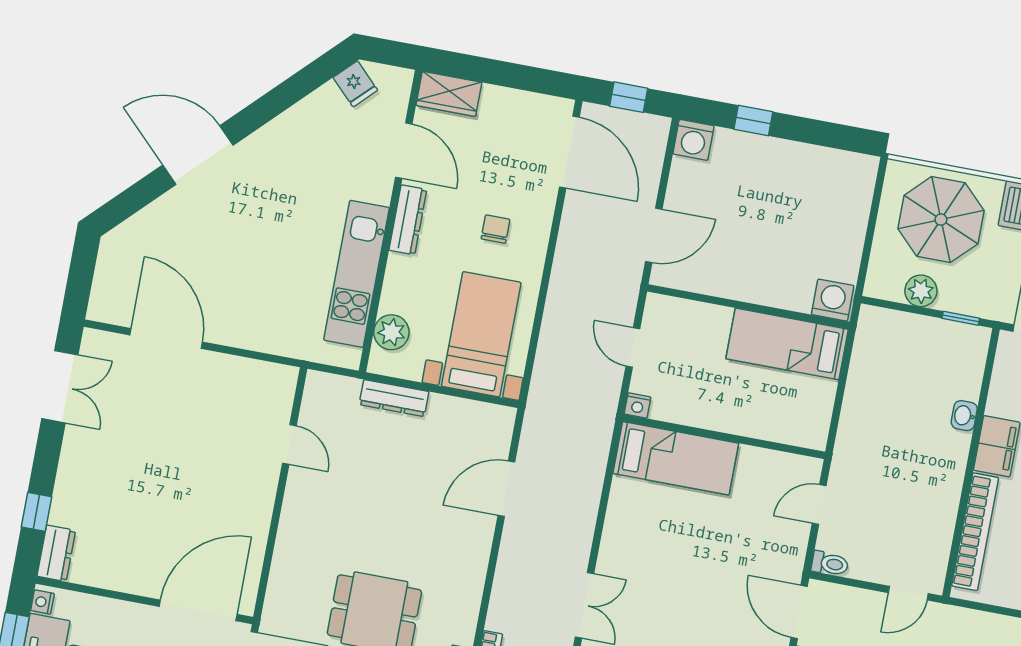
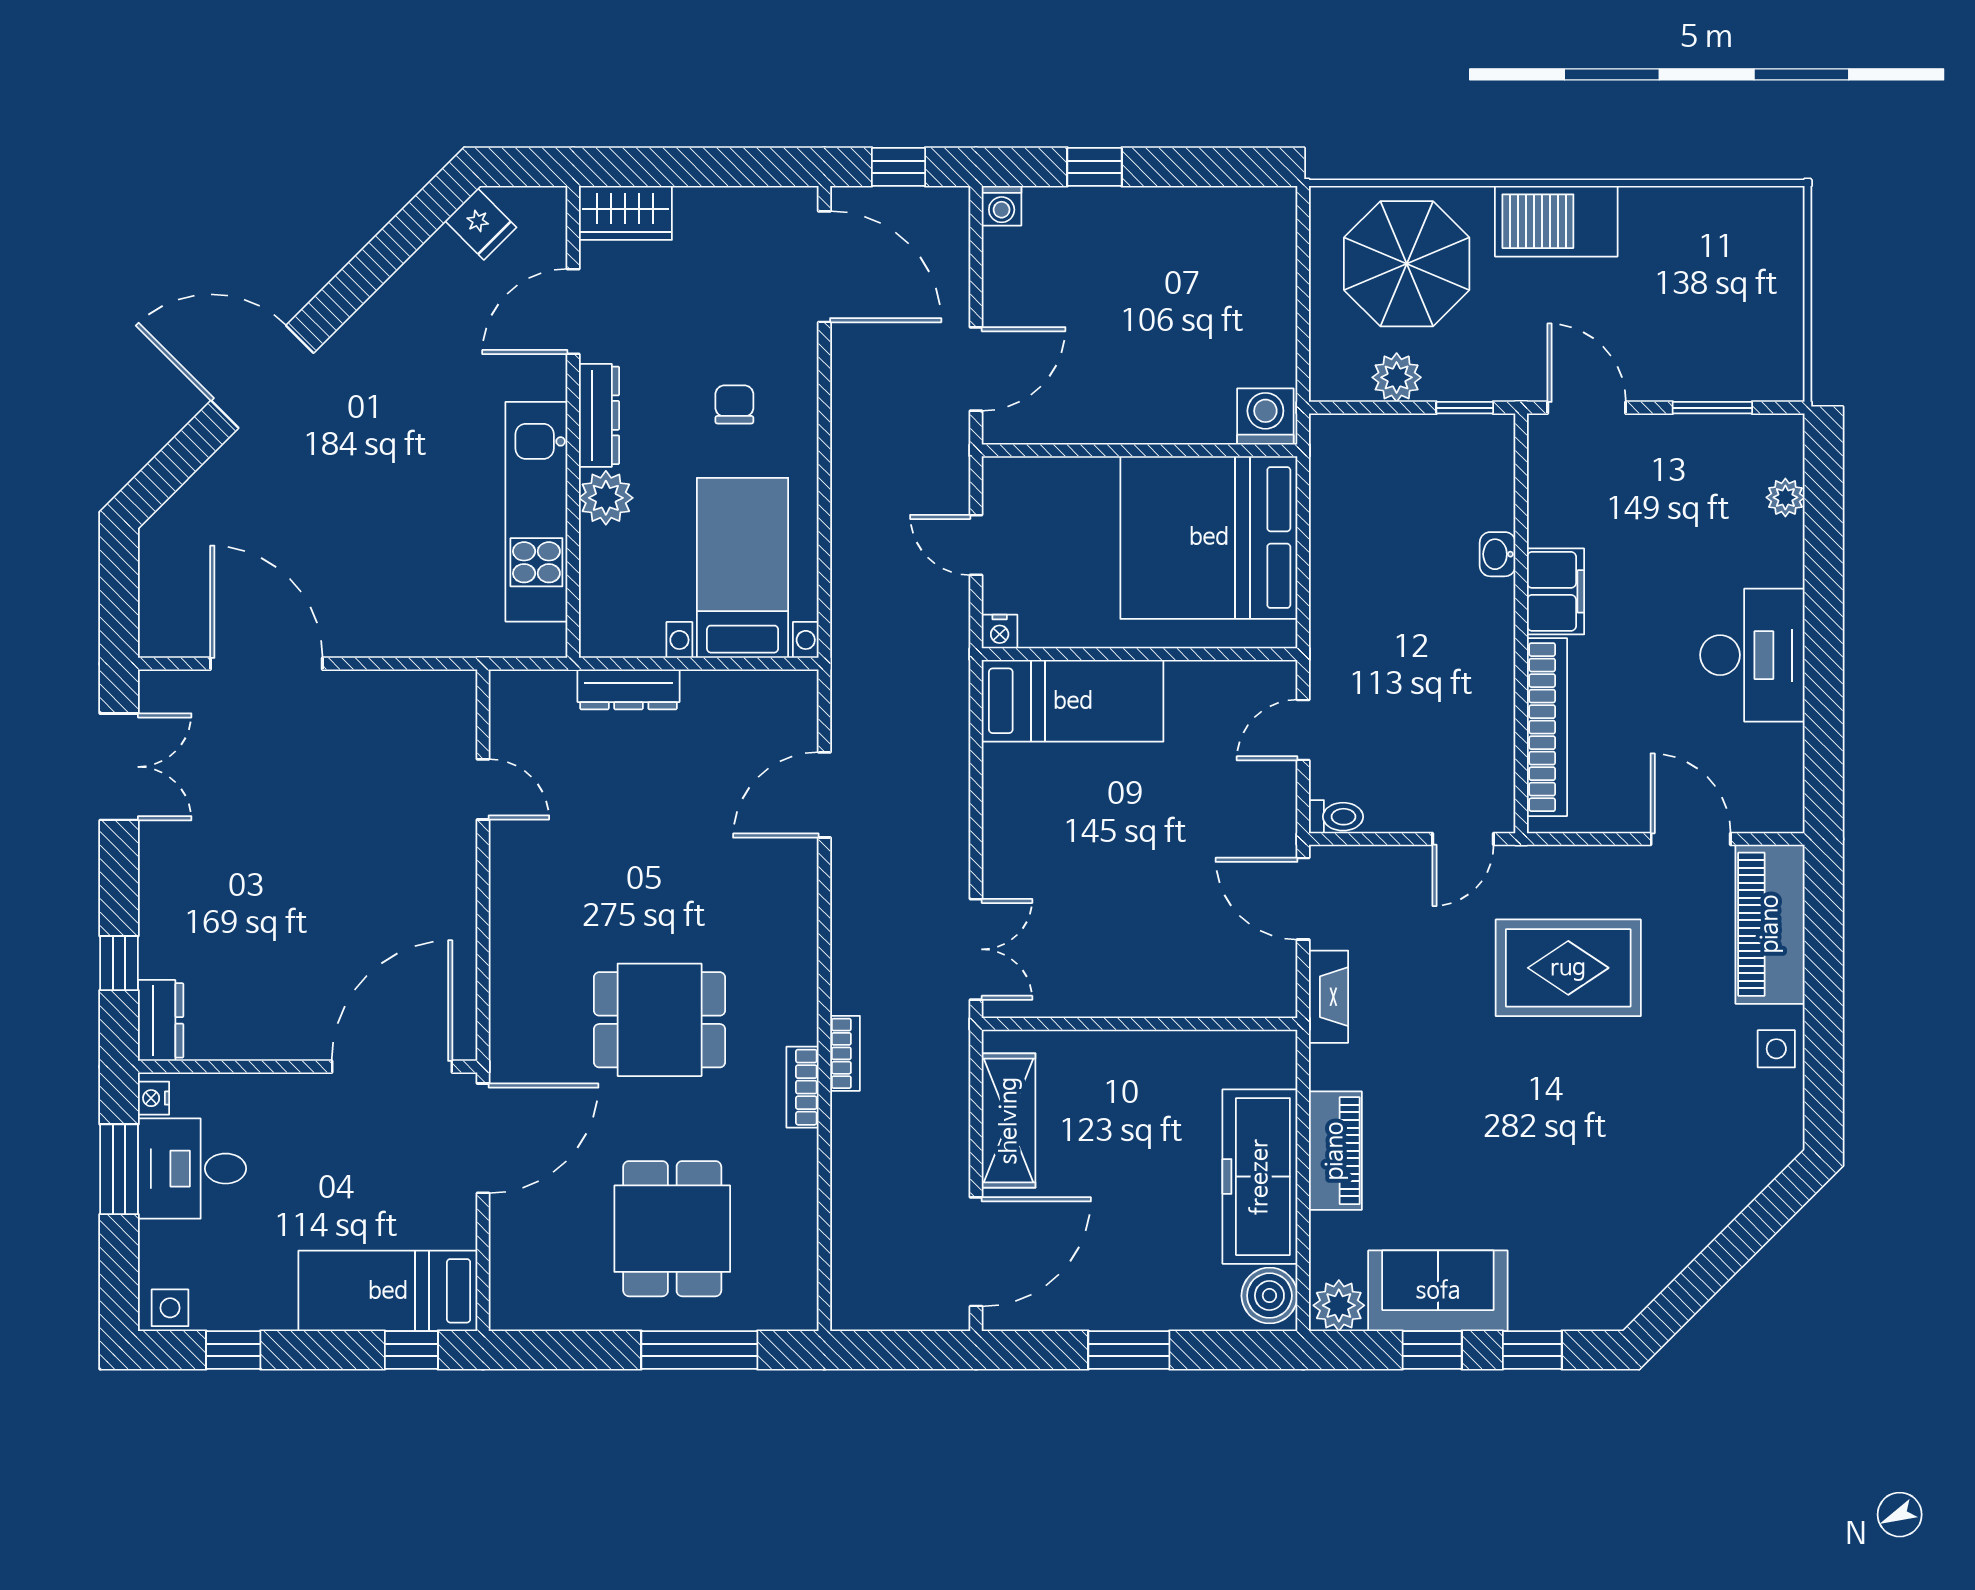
washing machine: (693, 140) -> (1002, 206), width x0.73, depth x0.73
door: (404, 151) -> (573, 312), swing flipped
plant: (391, 332) -> (606, 498), moved
bed: (787, 344) -> (1209, 537), width x2.04

